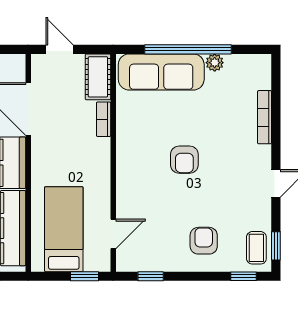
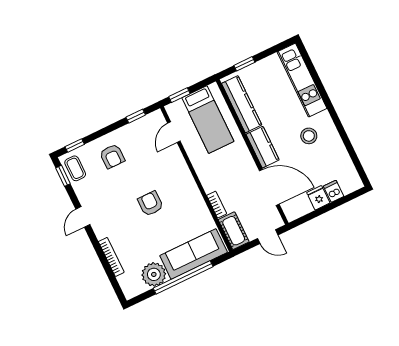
plant: (215, 63) -> (154, 274), width x1.87, depth x1.87

